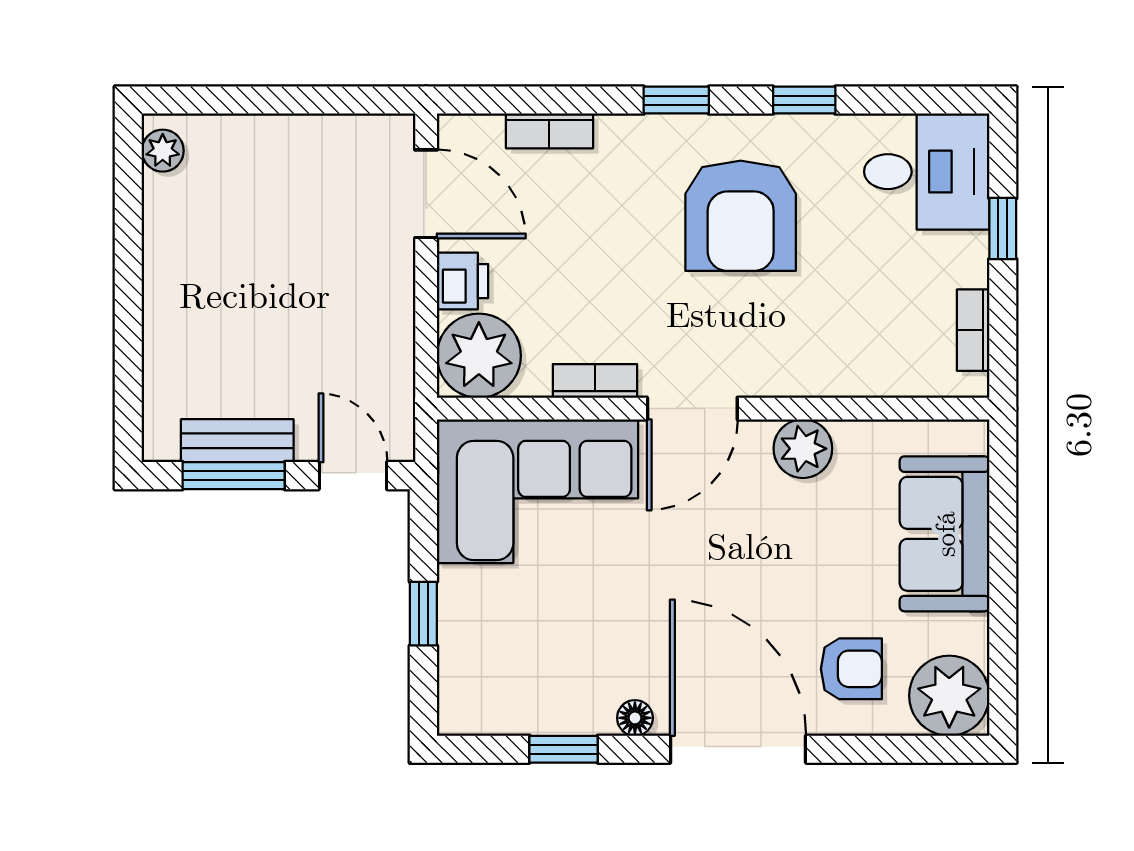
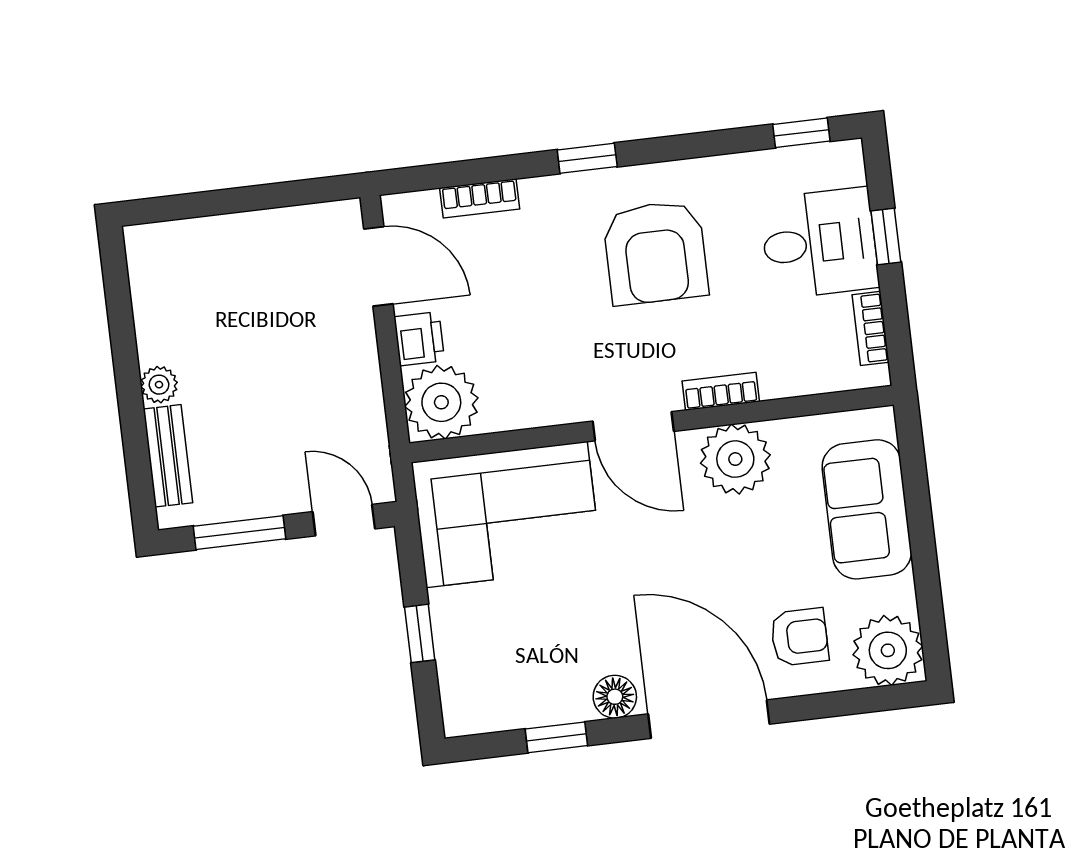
window: (804, 100) -> (801, 133), moved
plant: (163, 151) -> (159, 385), moved
desk: (927, 172) -> (819, 243), moved
bookcase: (595, 381) -> (721, 391), moved
door: (692, 409) -> (633, 426), hinge flipped
bench: (237, 441) -> (168, 456), moved, turned 90
plant: (803, 449) -> (735, 459), width x1.36, depth x1.36
floor lamp: (635, 718) -> (615, 697), width x1.37, depth x1.37

